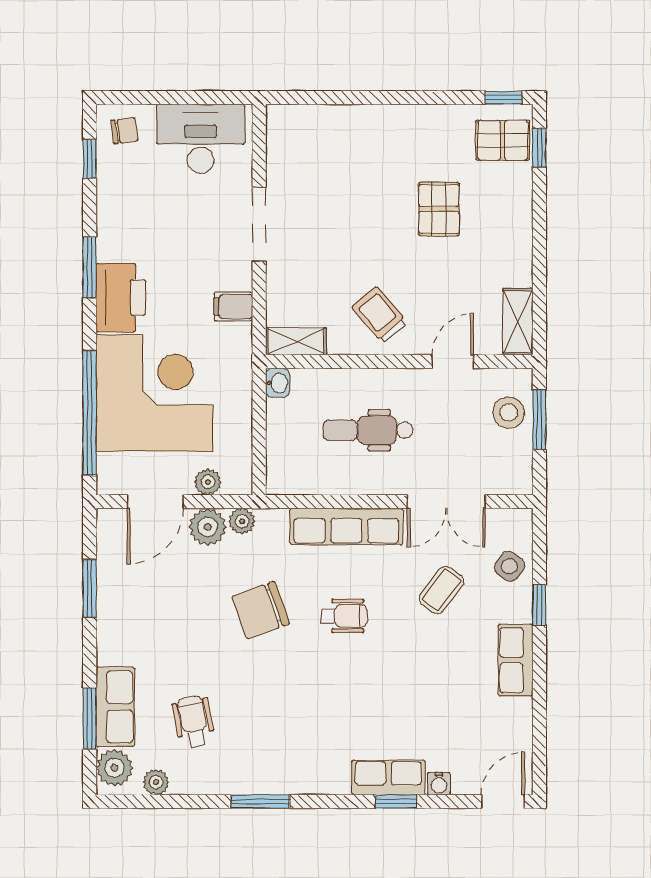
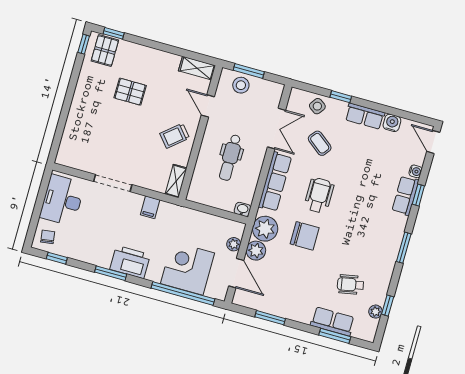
washbasin: (278, 383) -> (242, 209), moved
corner desk: (154, 393) -> (188, 268), width x0.74, depth x0.74
plant: (242, 521) -> (265, 229), width x1.88, depth x1.88
chair: (261, 610) -> (305, 236), turned -70
wheelchair: (344, 616) -> (319, 195), width x1.36, depth x1.37
water cooler: (517, 714) -> (392, 123), added
plant: (114, 768) -> (363, 330), removed
window: (174, 801) -> (388, 306), added
window: (260, 801) -> (404, 248), moved

